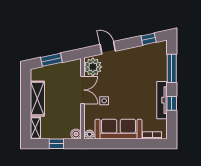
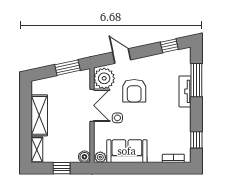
window: (51, 60) -> (68, 68), moved
armchair: (118, 77) -> (134, 91), added
tv unit: (162, 100) -> (185, 91), moved, width x0.71
window: (172, 103) -> (196, 140), moved
sofa: (118, 129) -> (127, 151), width x0.73

